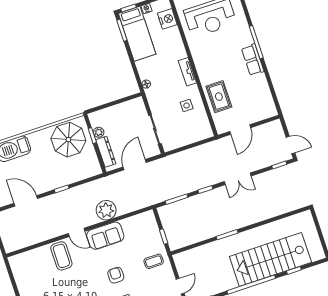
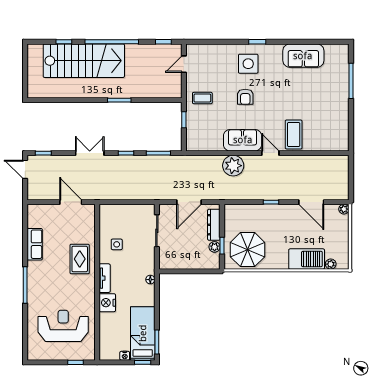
nightstand: (167, 19) -> (107, 303), moved
row of seats: (253, 60) -> (35, 244), moved
rug: (219, 97) -> (80, 259), moved
door: (240, 130) -> (71, 202), hinge flipped

